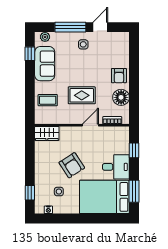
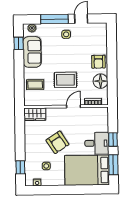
window: (134, 150) -> (113, 140), moved

